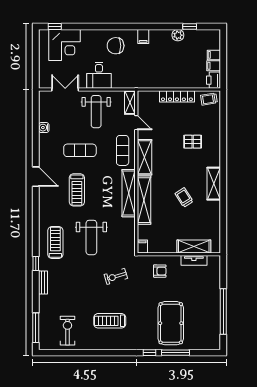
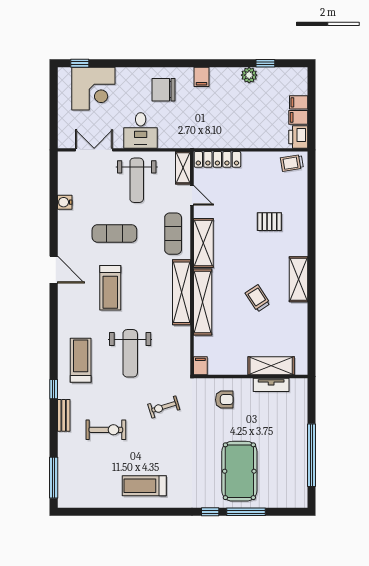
locker: (177, 96) -> (217, 159), moved
treadmill: (110, 321) -> (144, 486), moved
exercise bike: (67, 331) -> (106, 430), moved, turned 90

